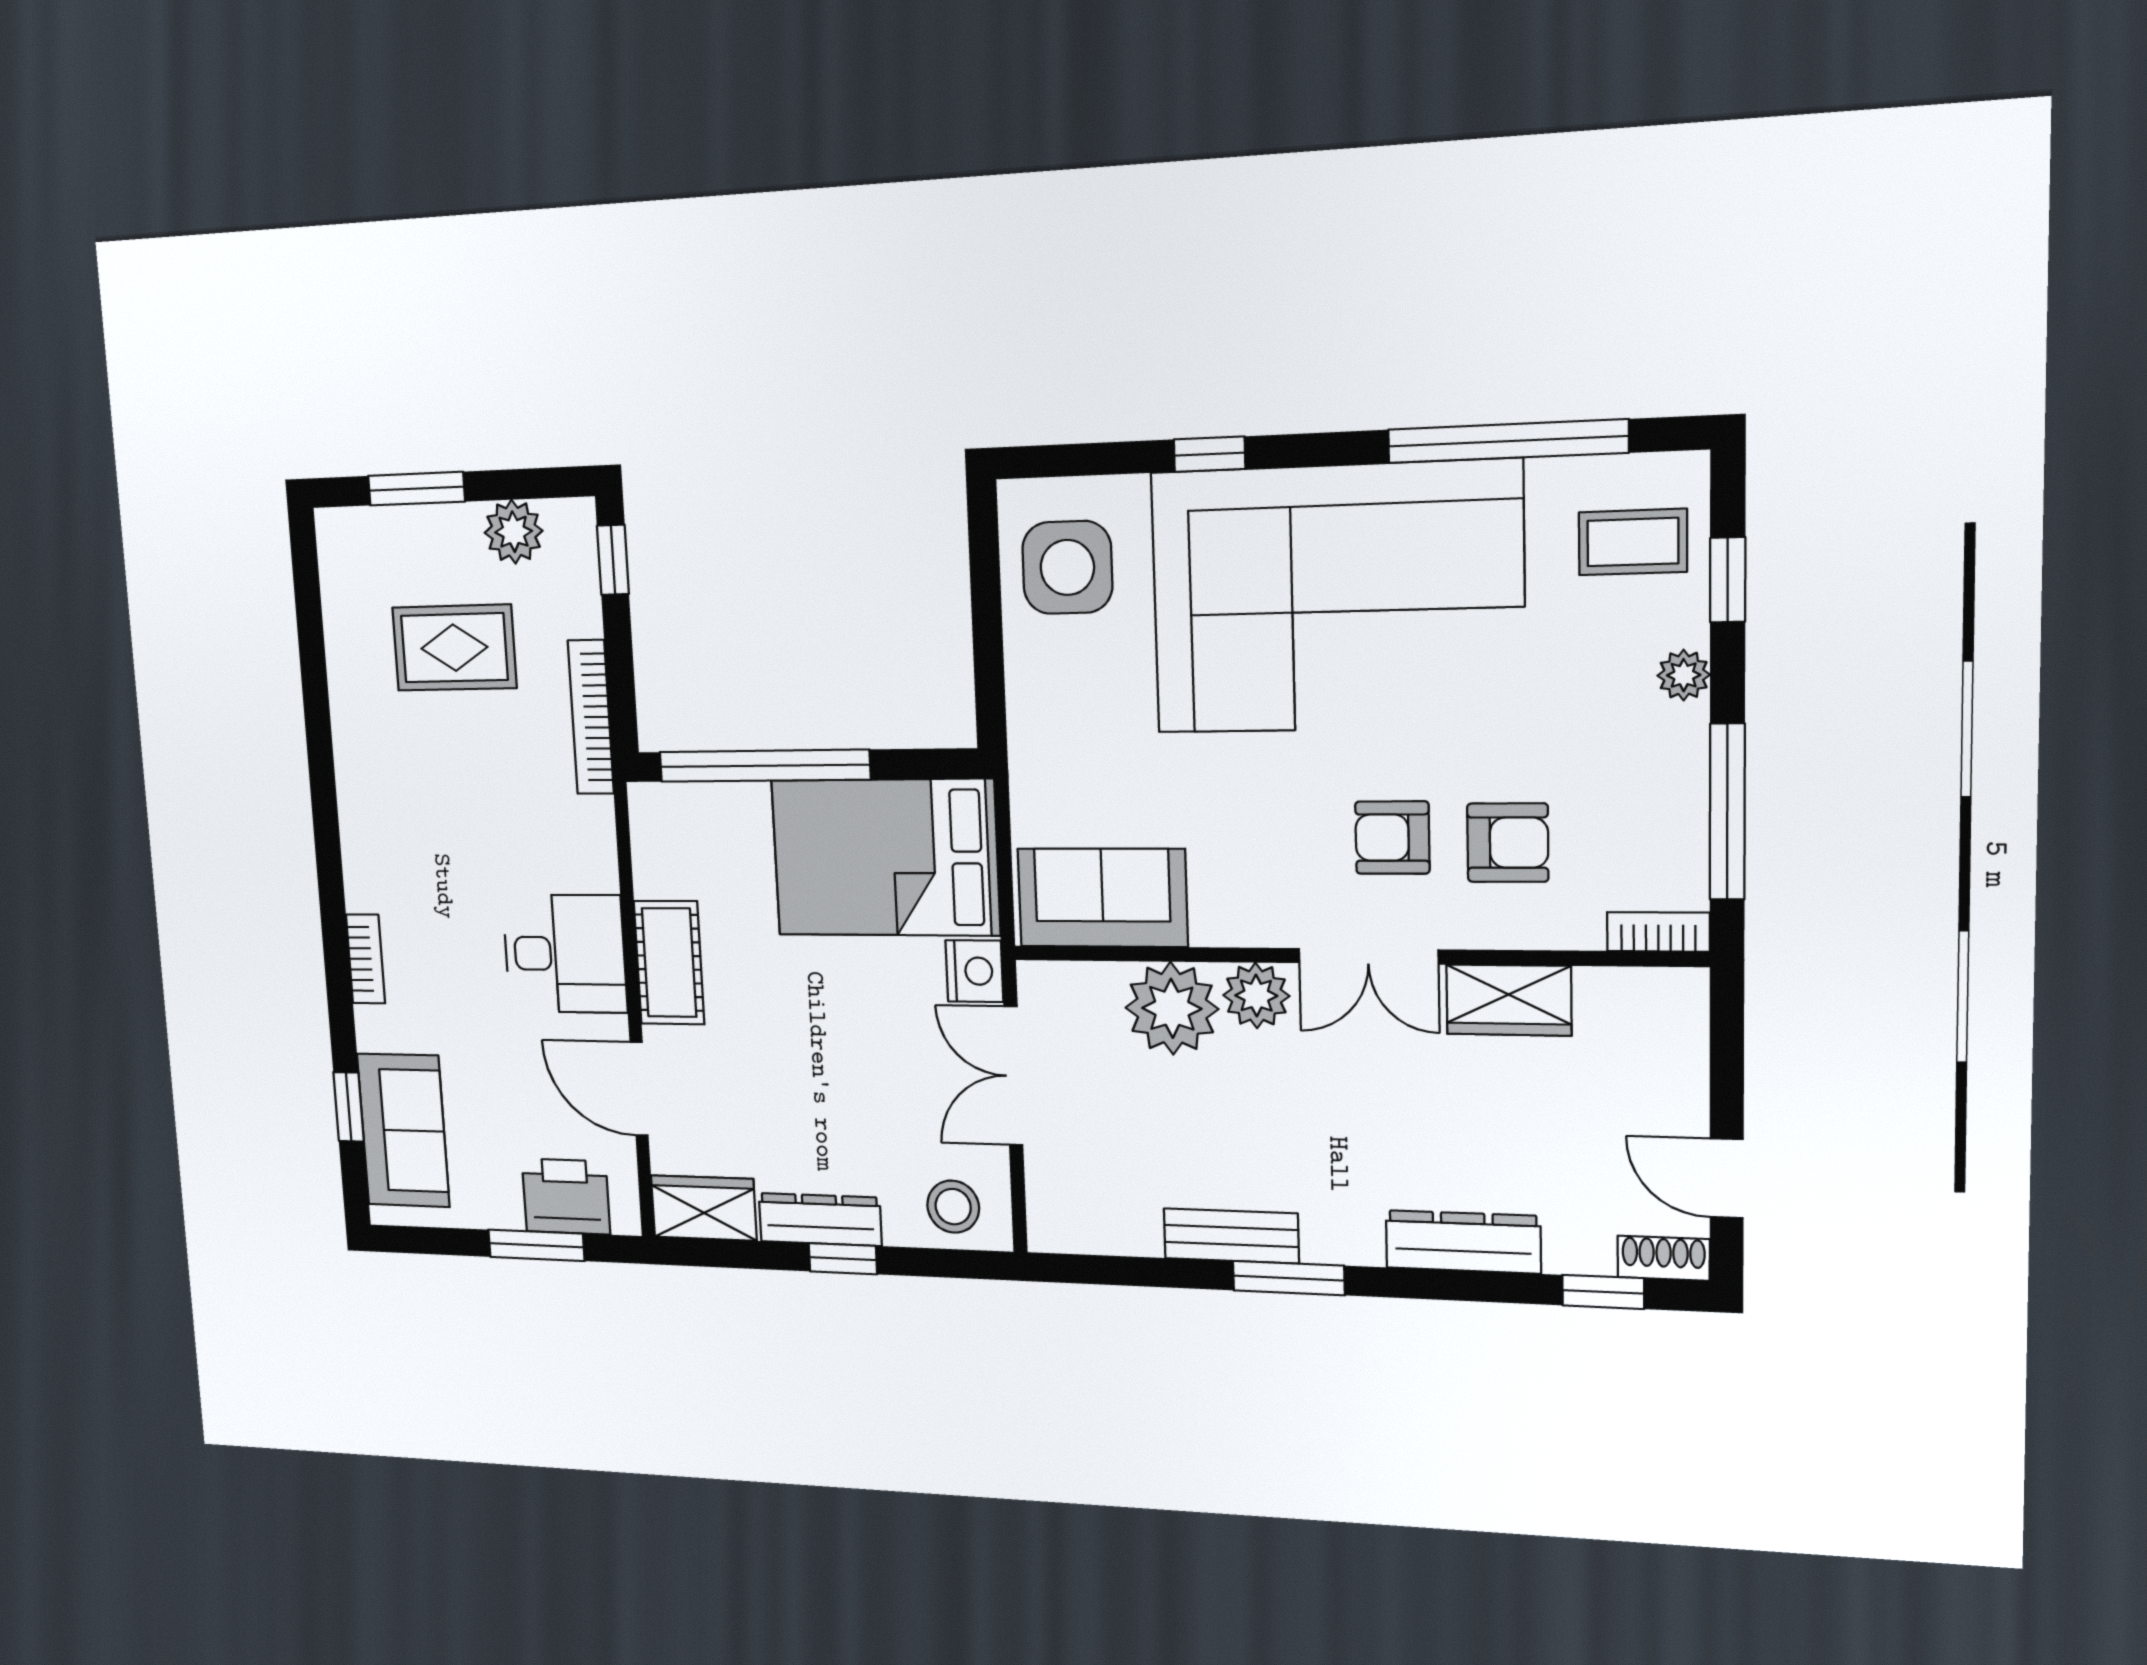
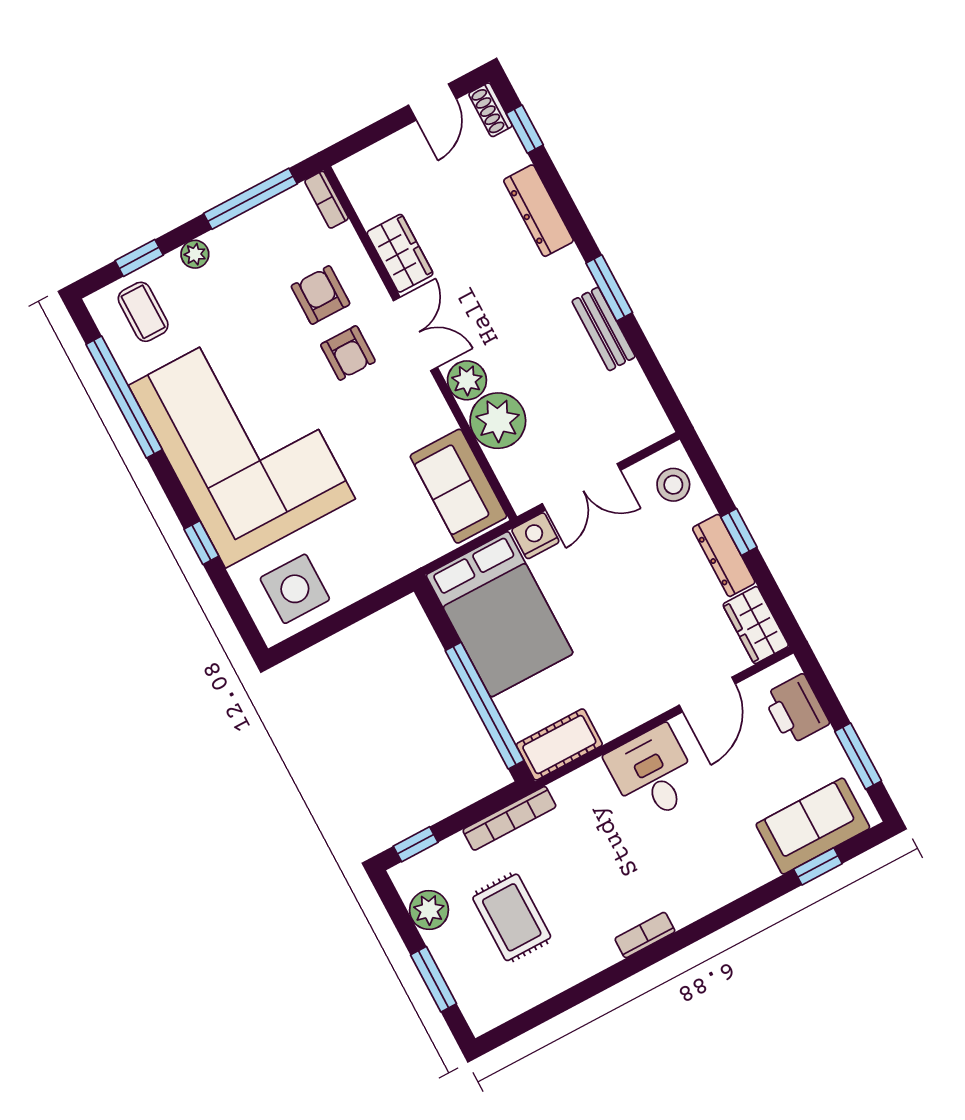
bookcase: (366, 959) -> (645, 935), moved
cot: (669, 963) -> (559, 745), moved
window: (536, 1245) -> (858, 756), moved

